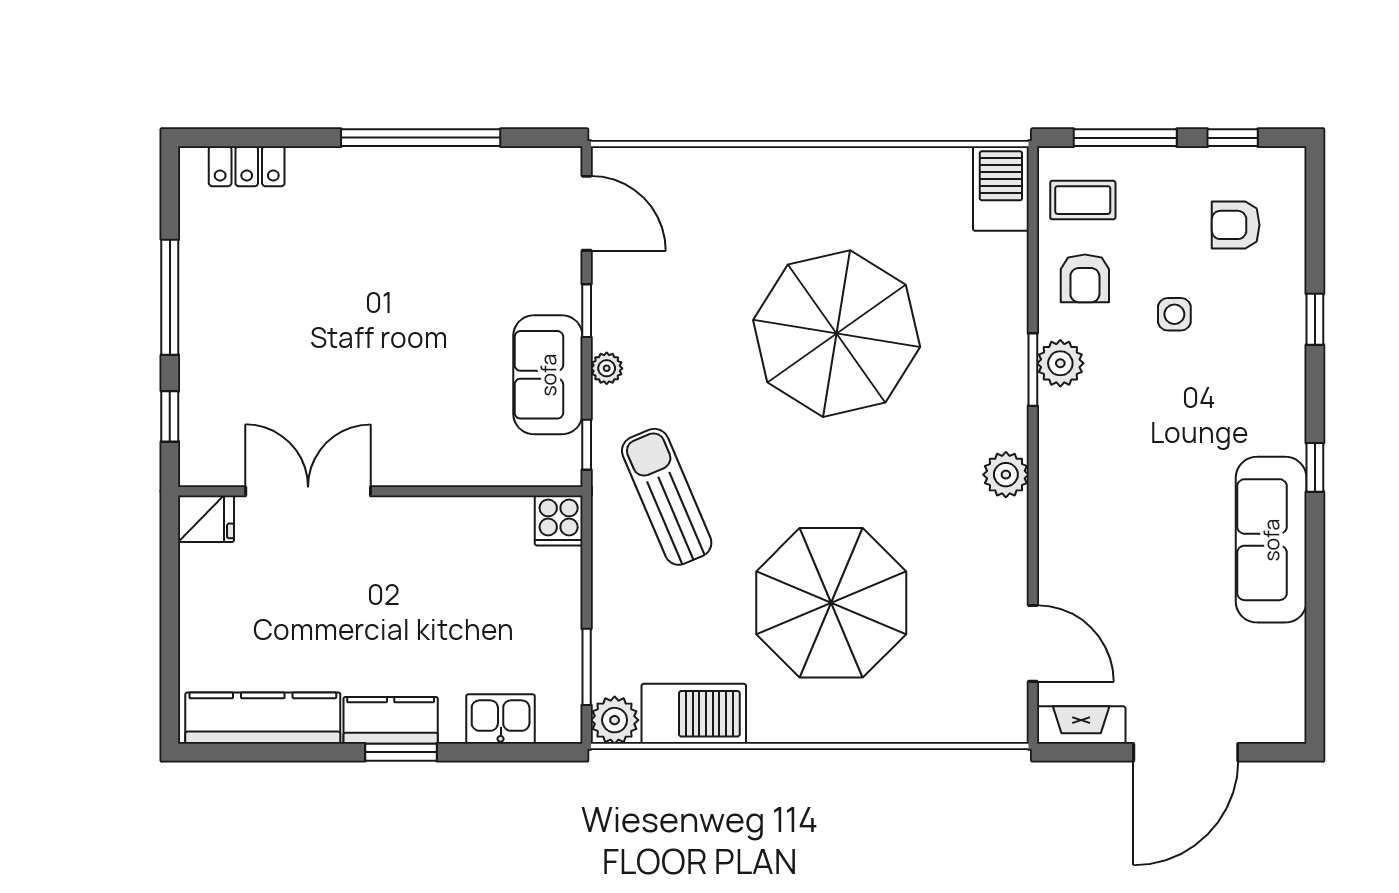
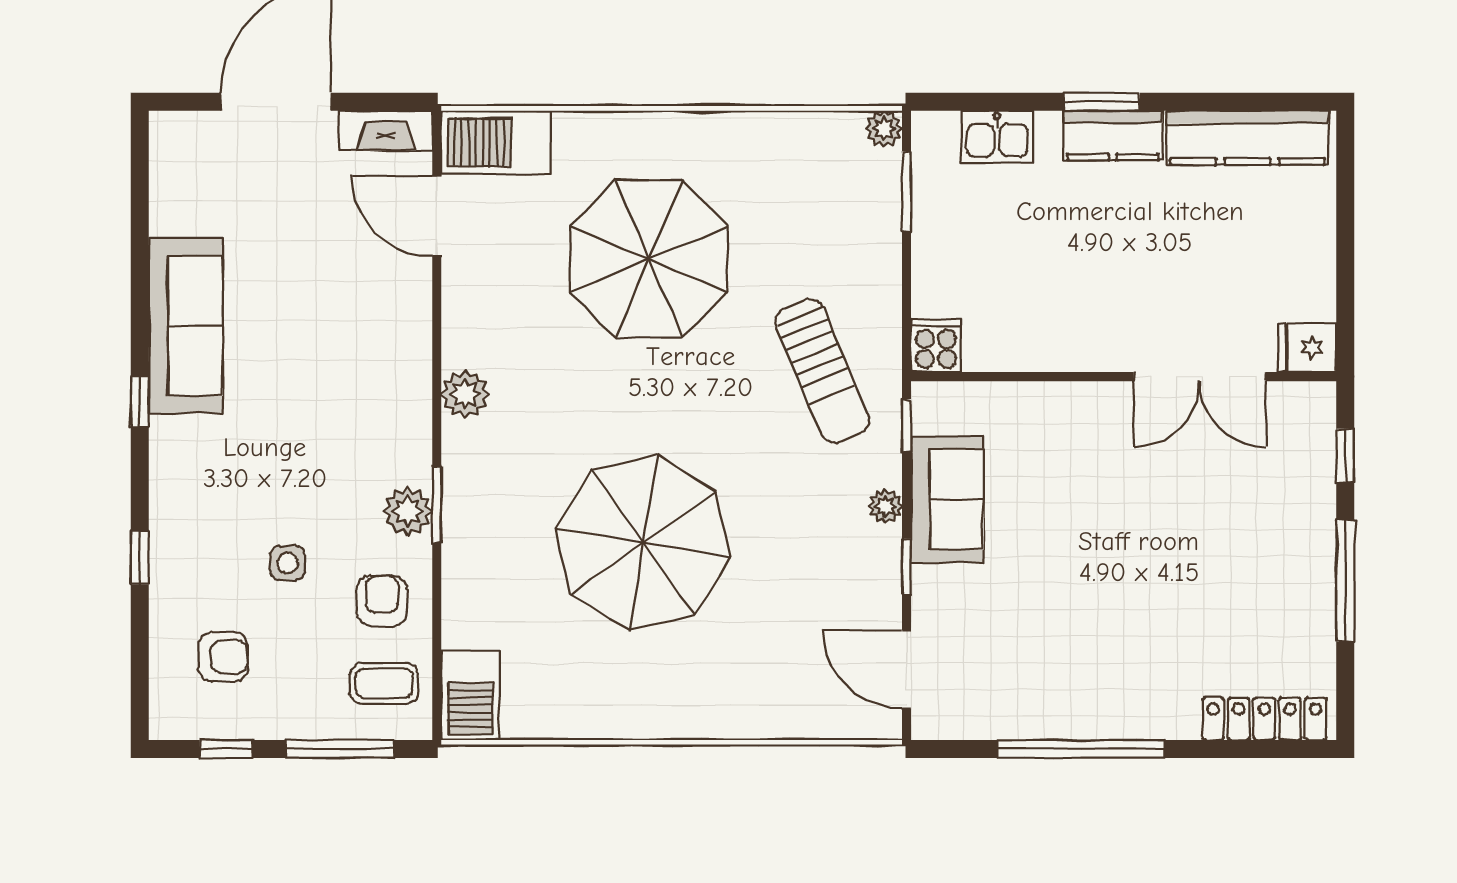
locker: (247, 166) -> (1264, 719), width x1.53
barbecue: (694, 714) -> (496, 142), moved
plant: (615, 720) -> (884, 129), width x0.73, depth x0.73

